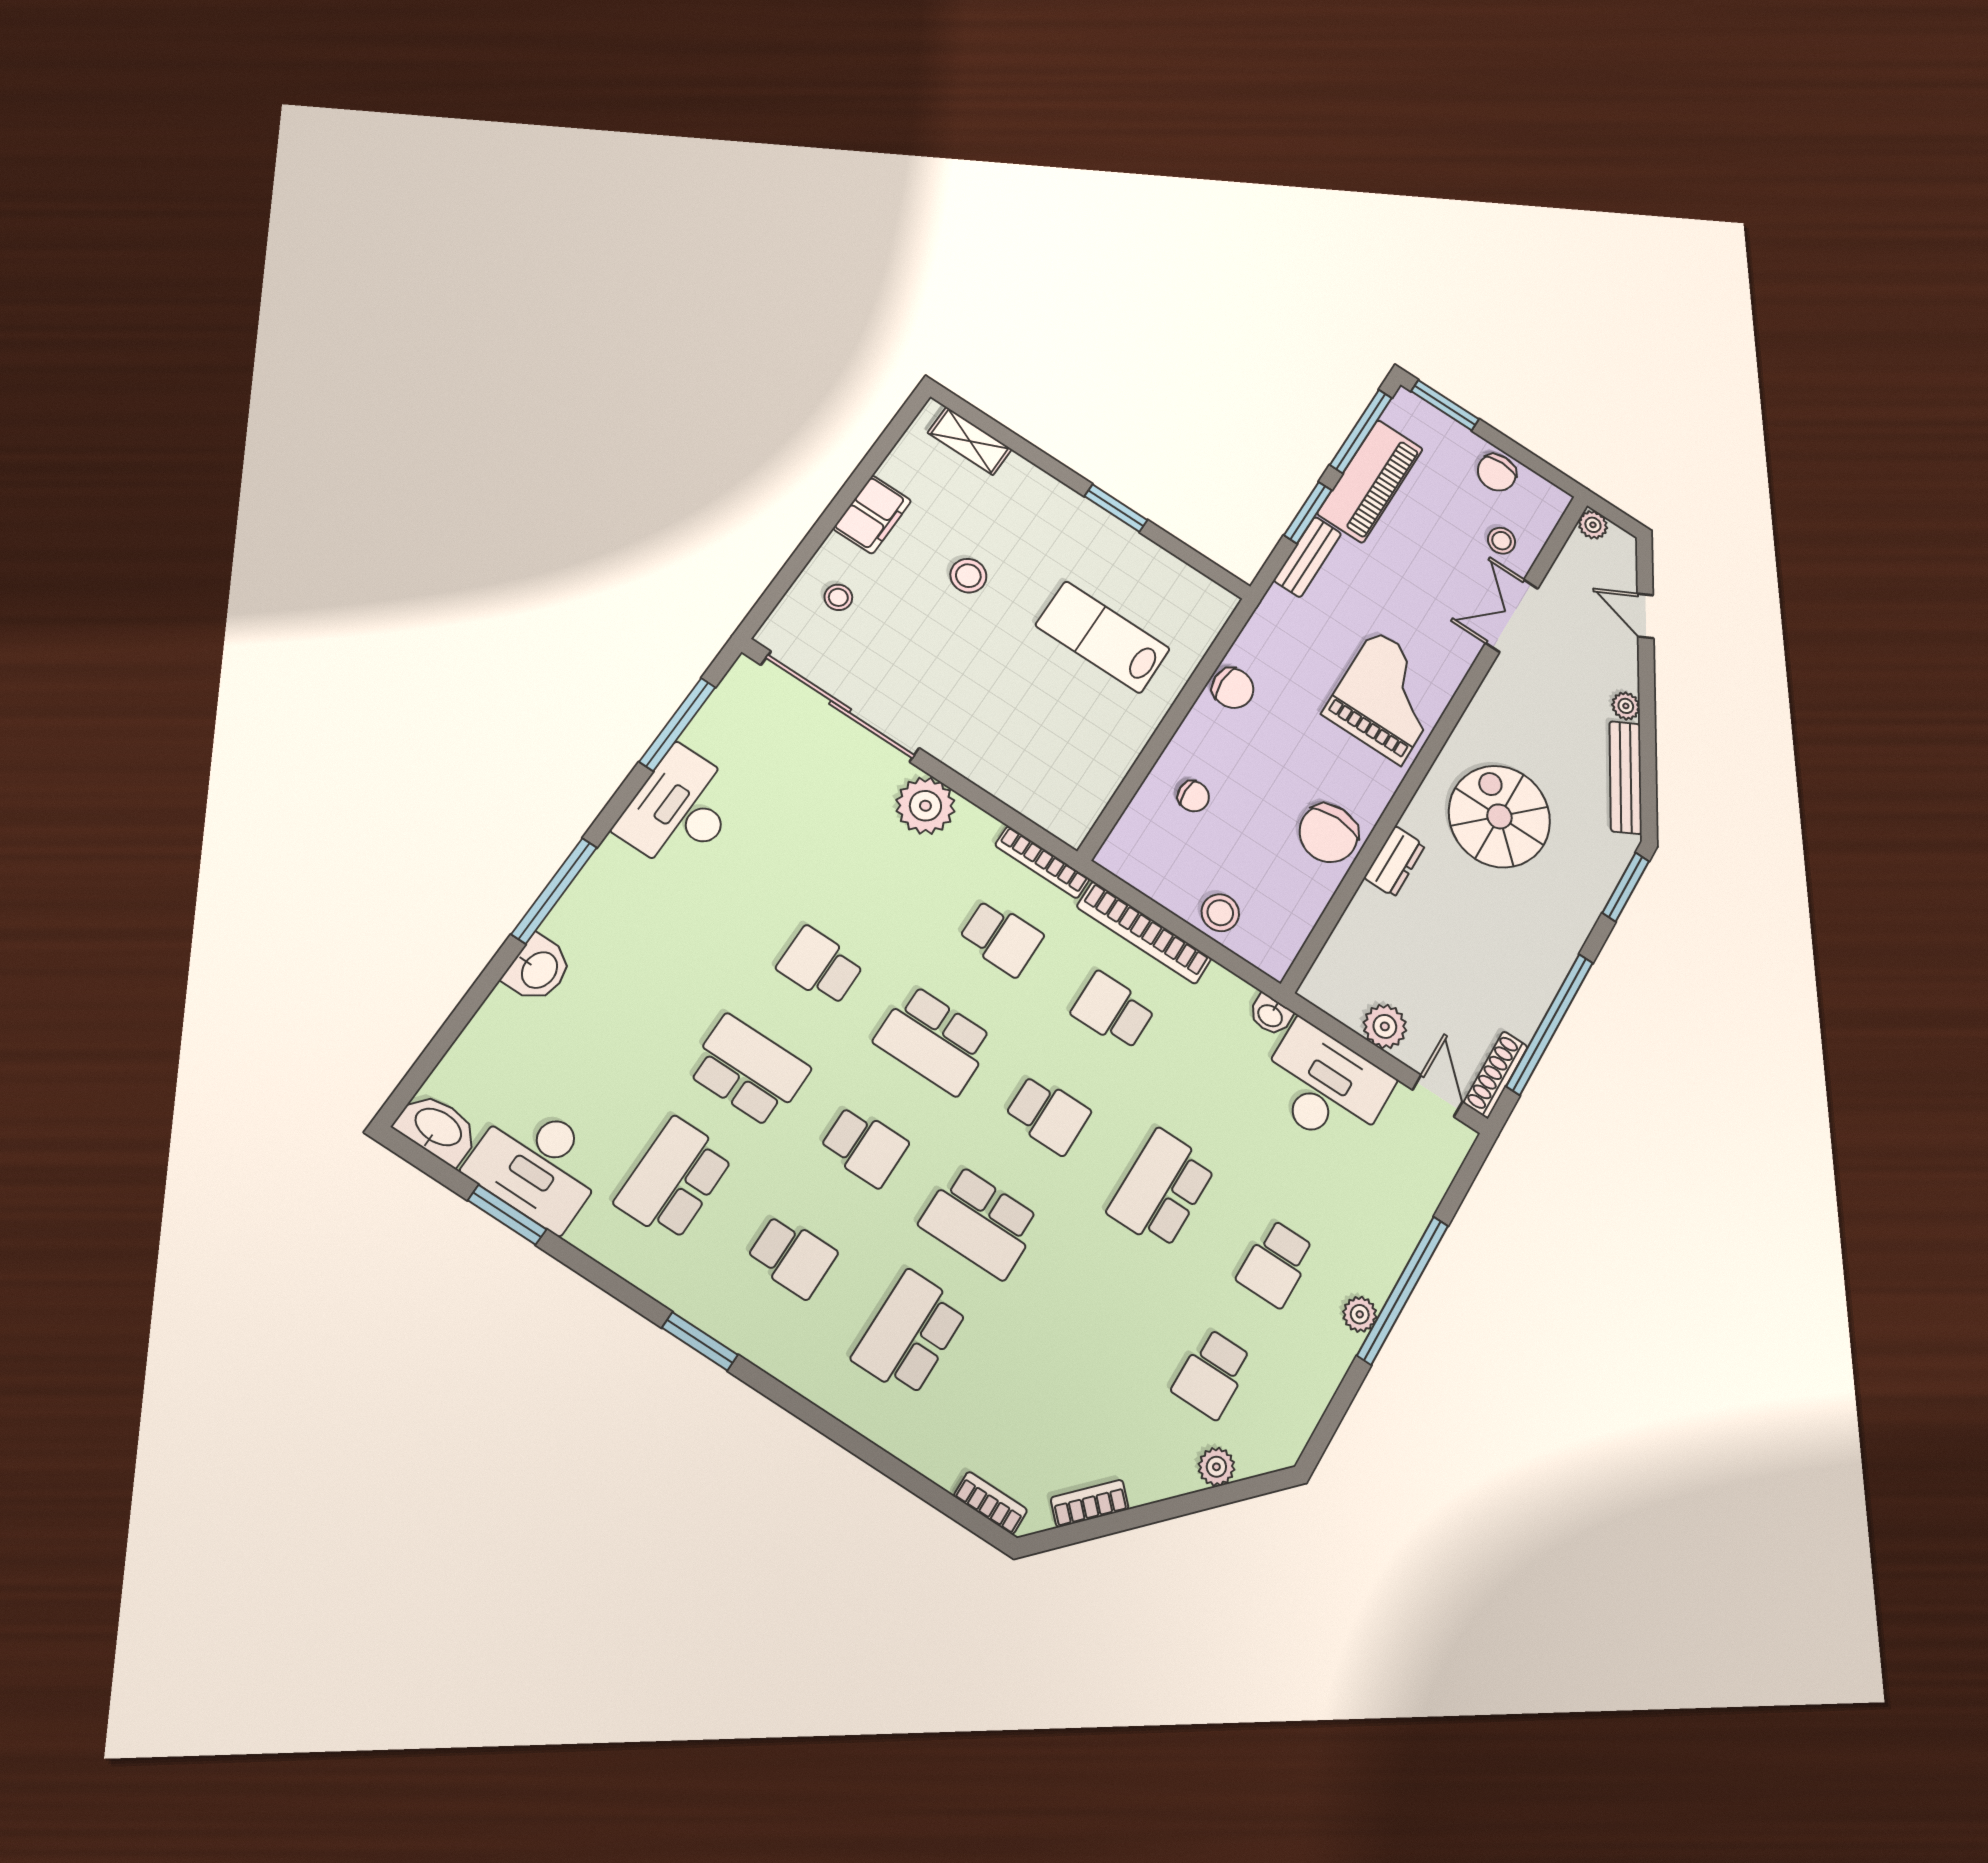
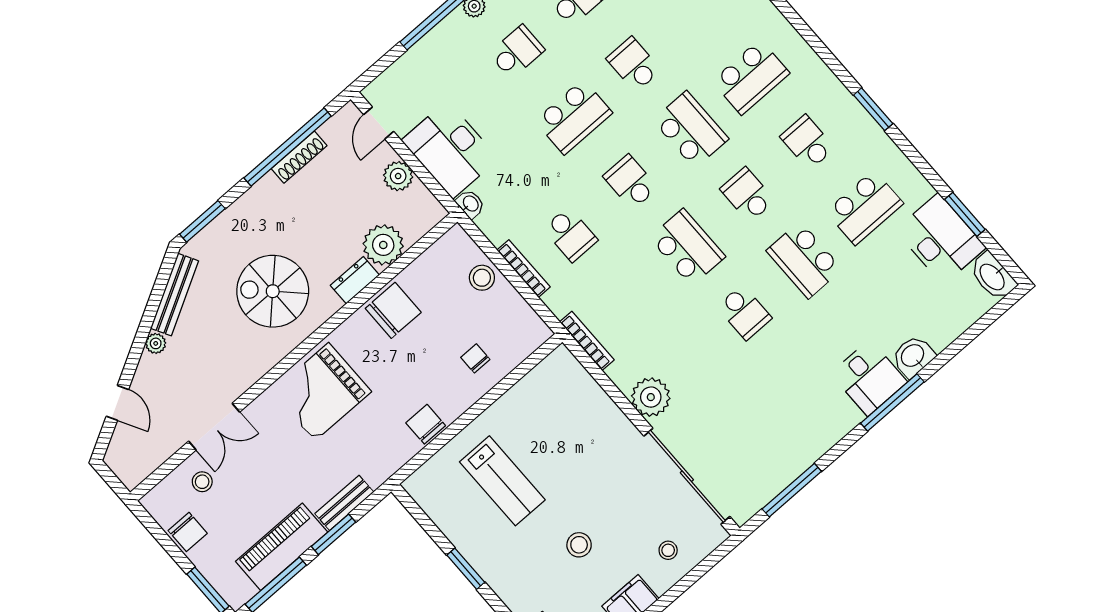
chair: (1497, 473) -> (188, 532), turned 90
plant: (1593, 525) -> (383, 245), moved, width x1.87, depth x1.87
desk: (680, 810) -> (869, 378), moved, width x0.73
spiral stairs: (1499, 816) -> (273, 291), turned 90
bookcase: (1144, 933) -> (524, 269), width x0.68, depth x0.76
school desk: (1001, 938) -> (634, 64), moved
shoe rack: (1496, 1075) -> (299, 157), moved

